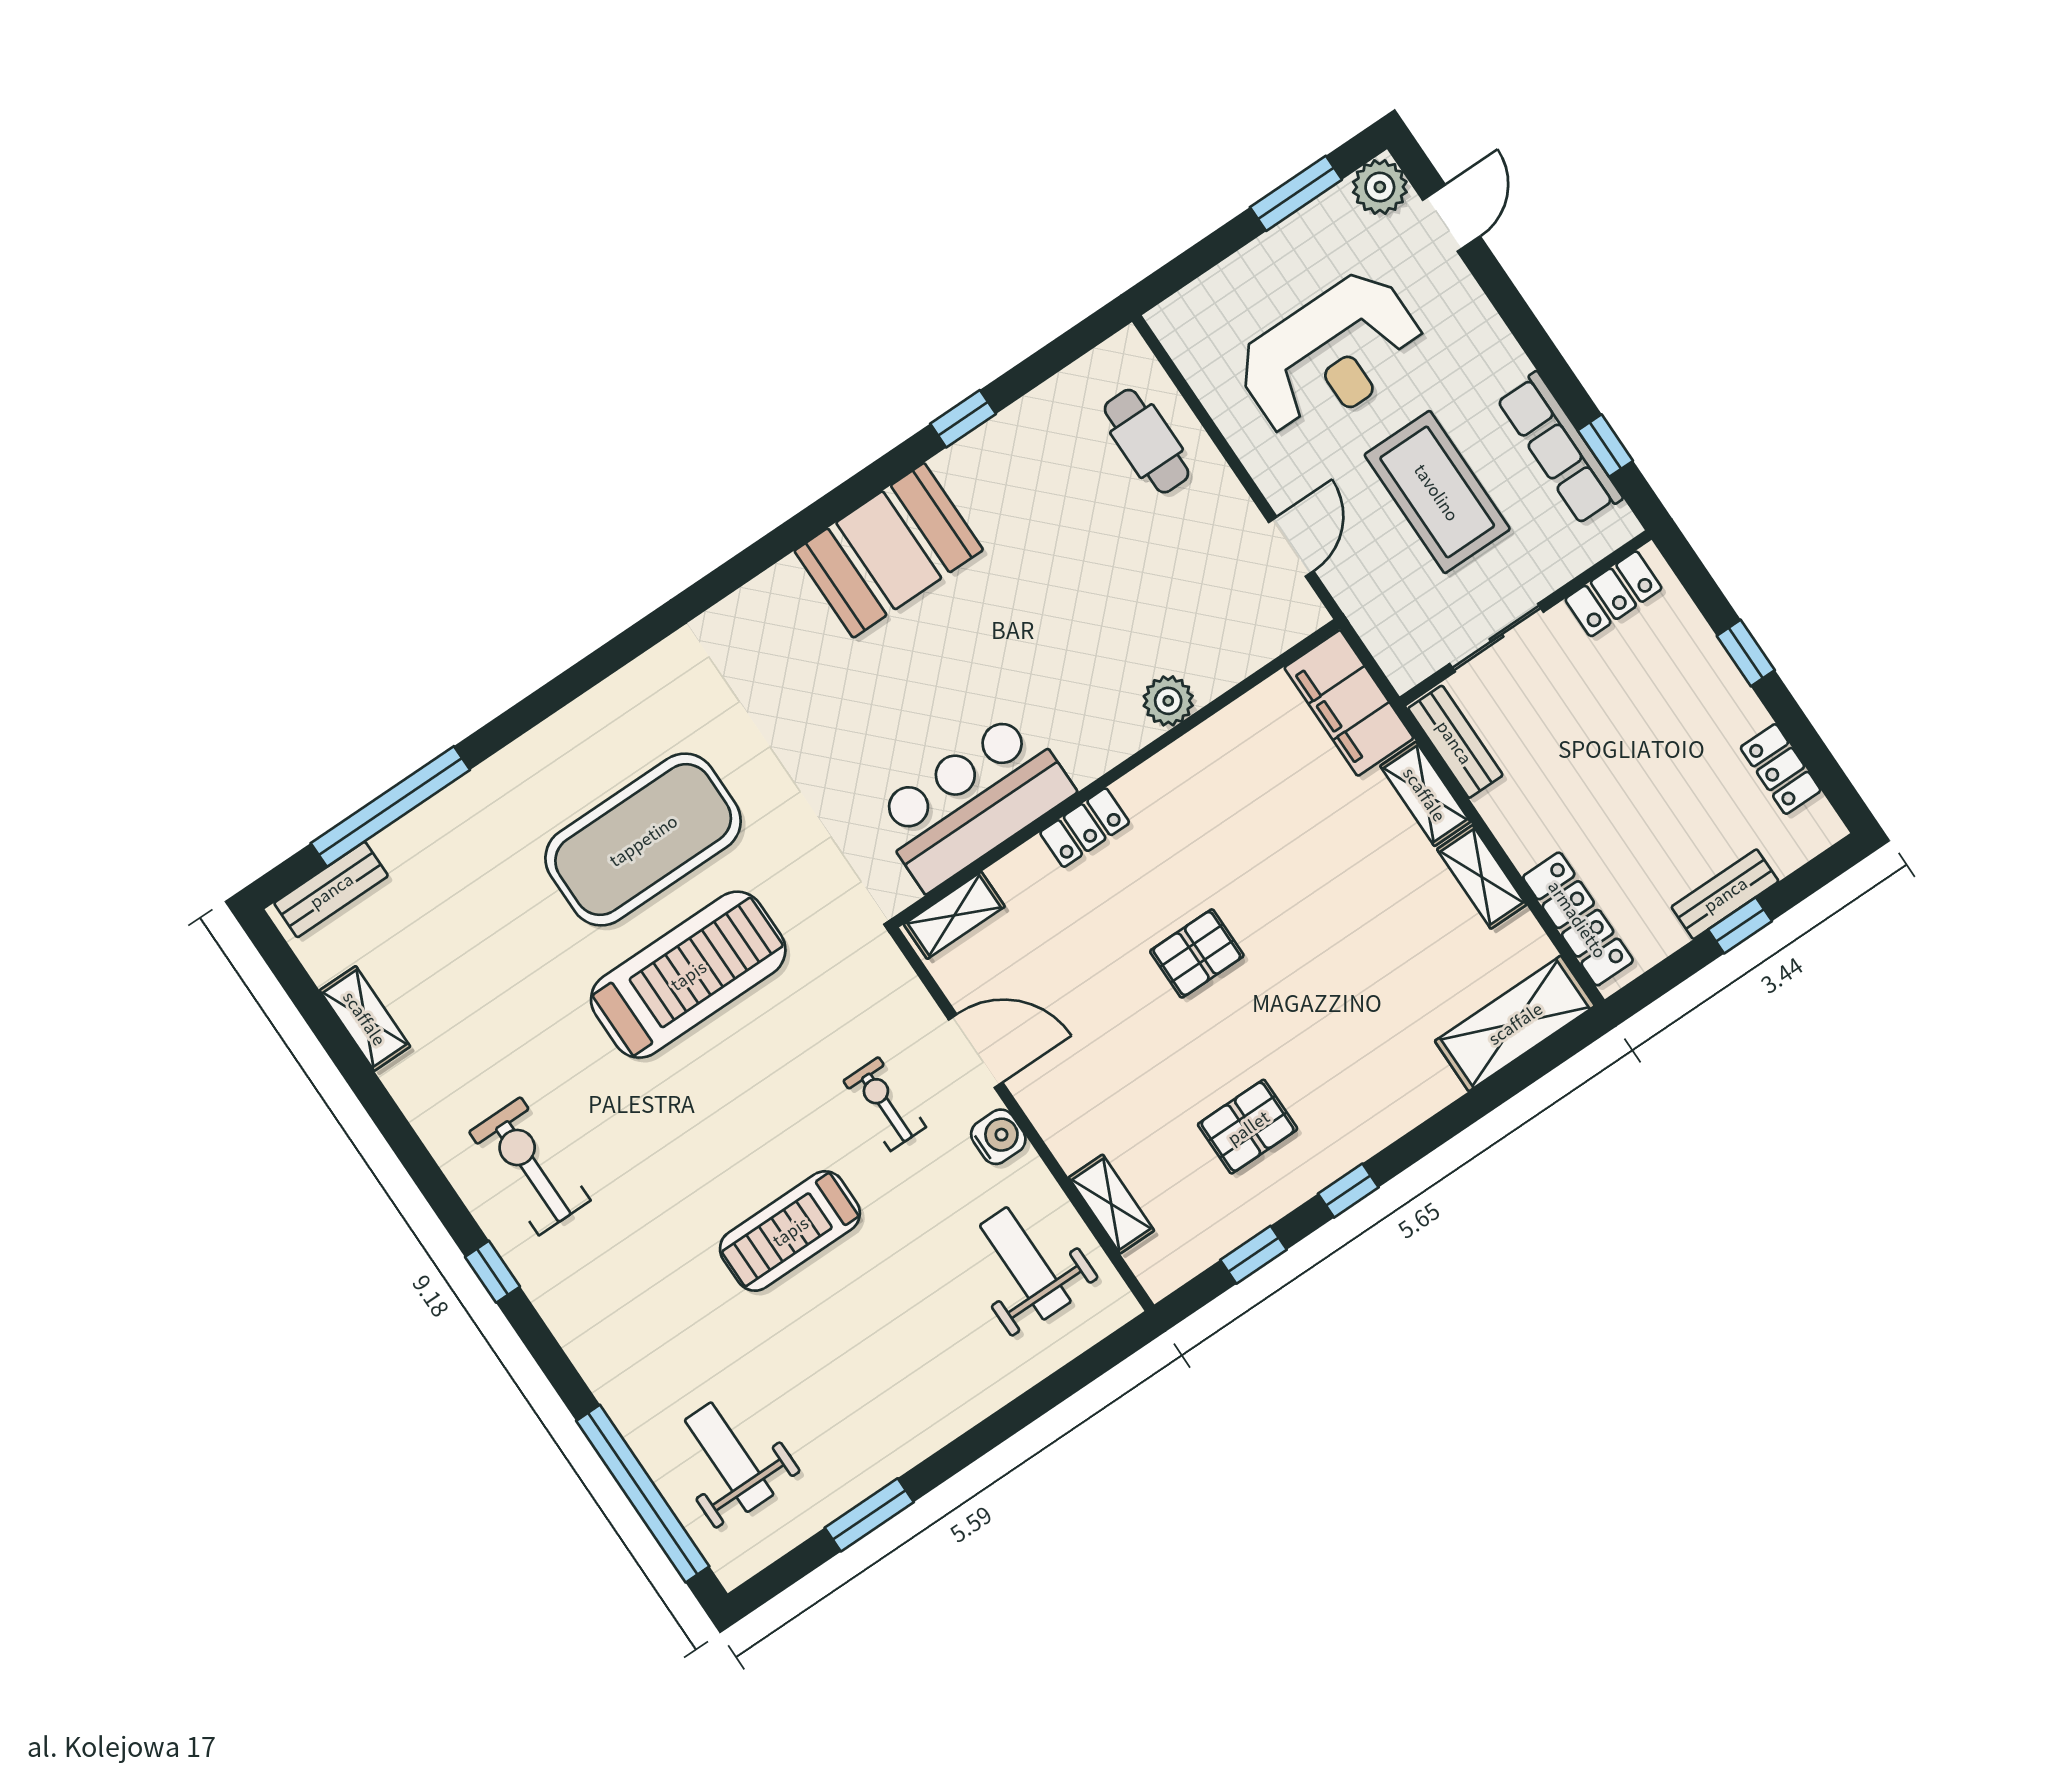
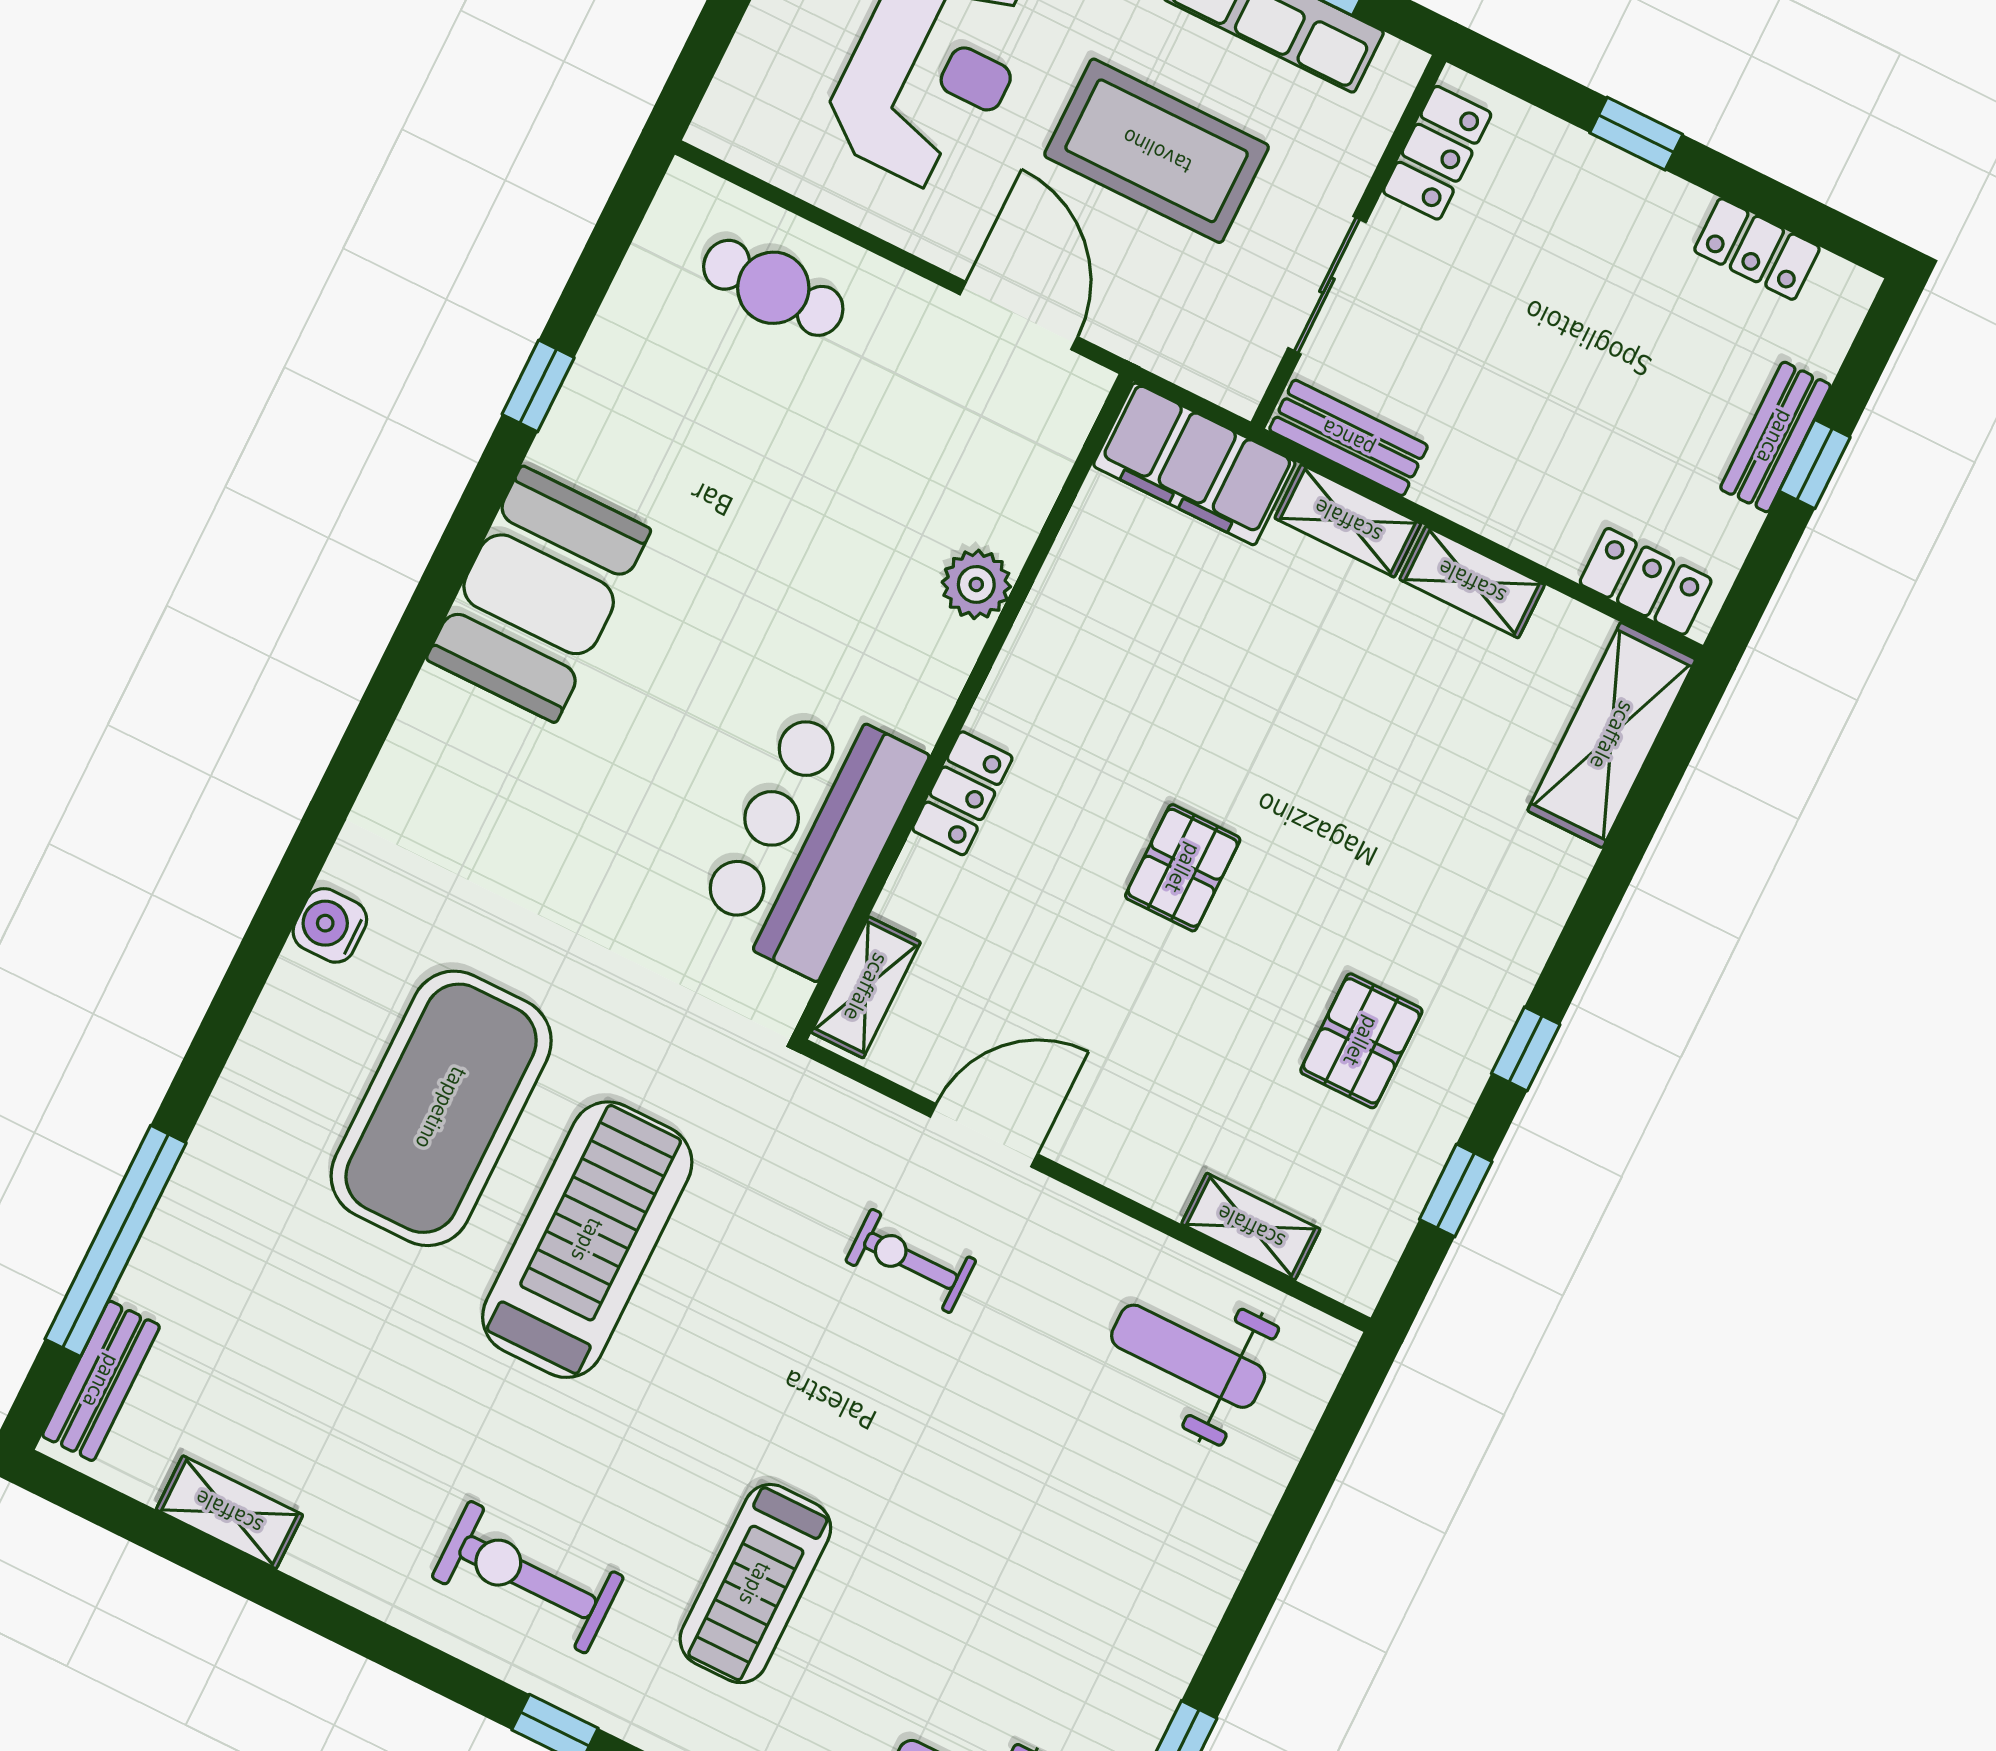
door: (1291, 547) -> (1019, 316), width x1.38
locker: (1578, 919) -> (1646, 581), width x0.66
water cooler: (998, 1137) -> (330, 925), moved, turned -90
treadmill: (790, 1231) -> (755, 1584), moved

